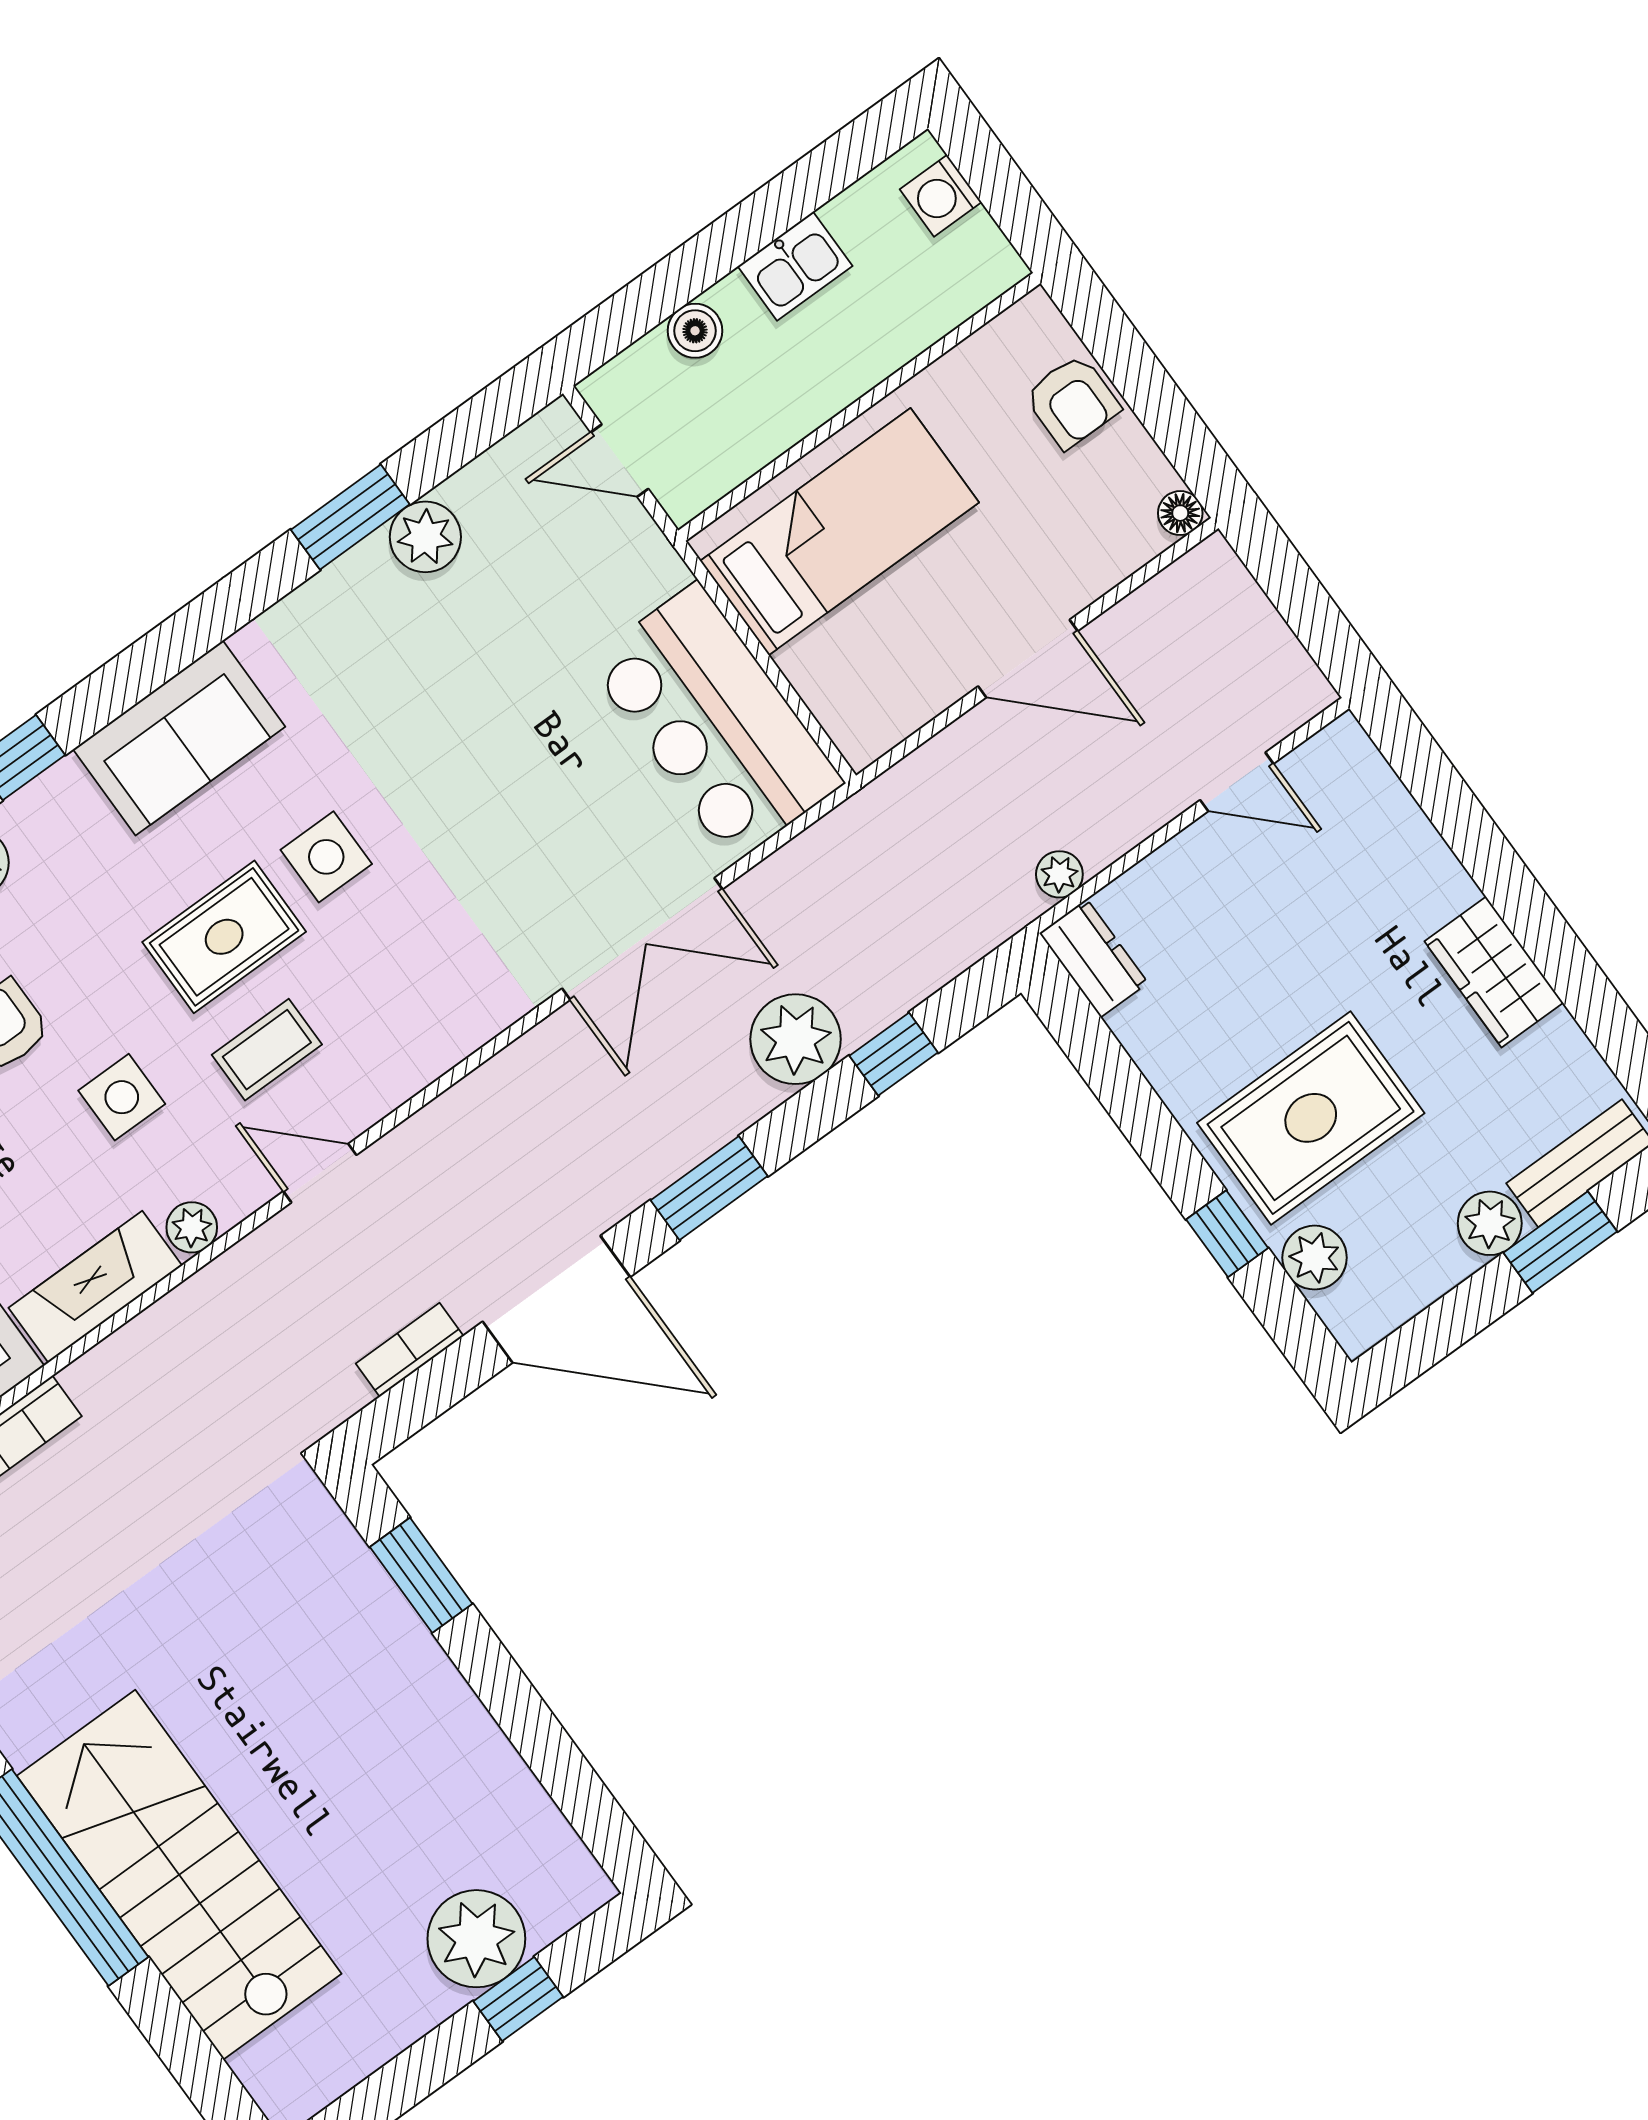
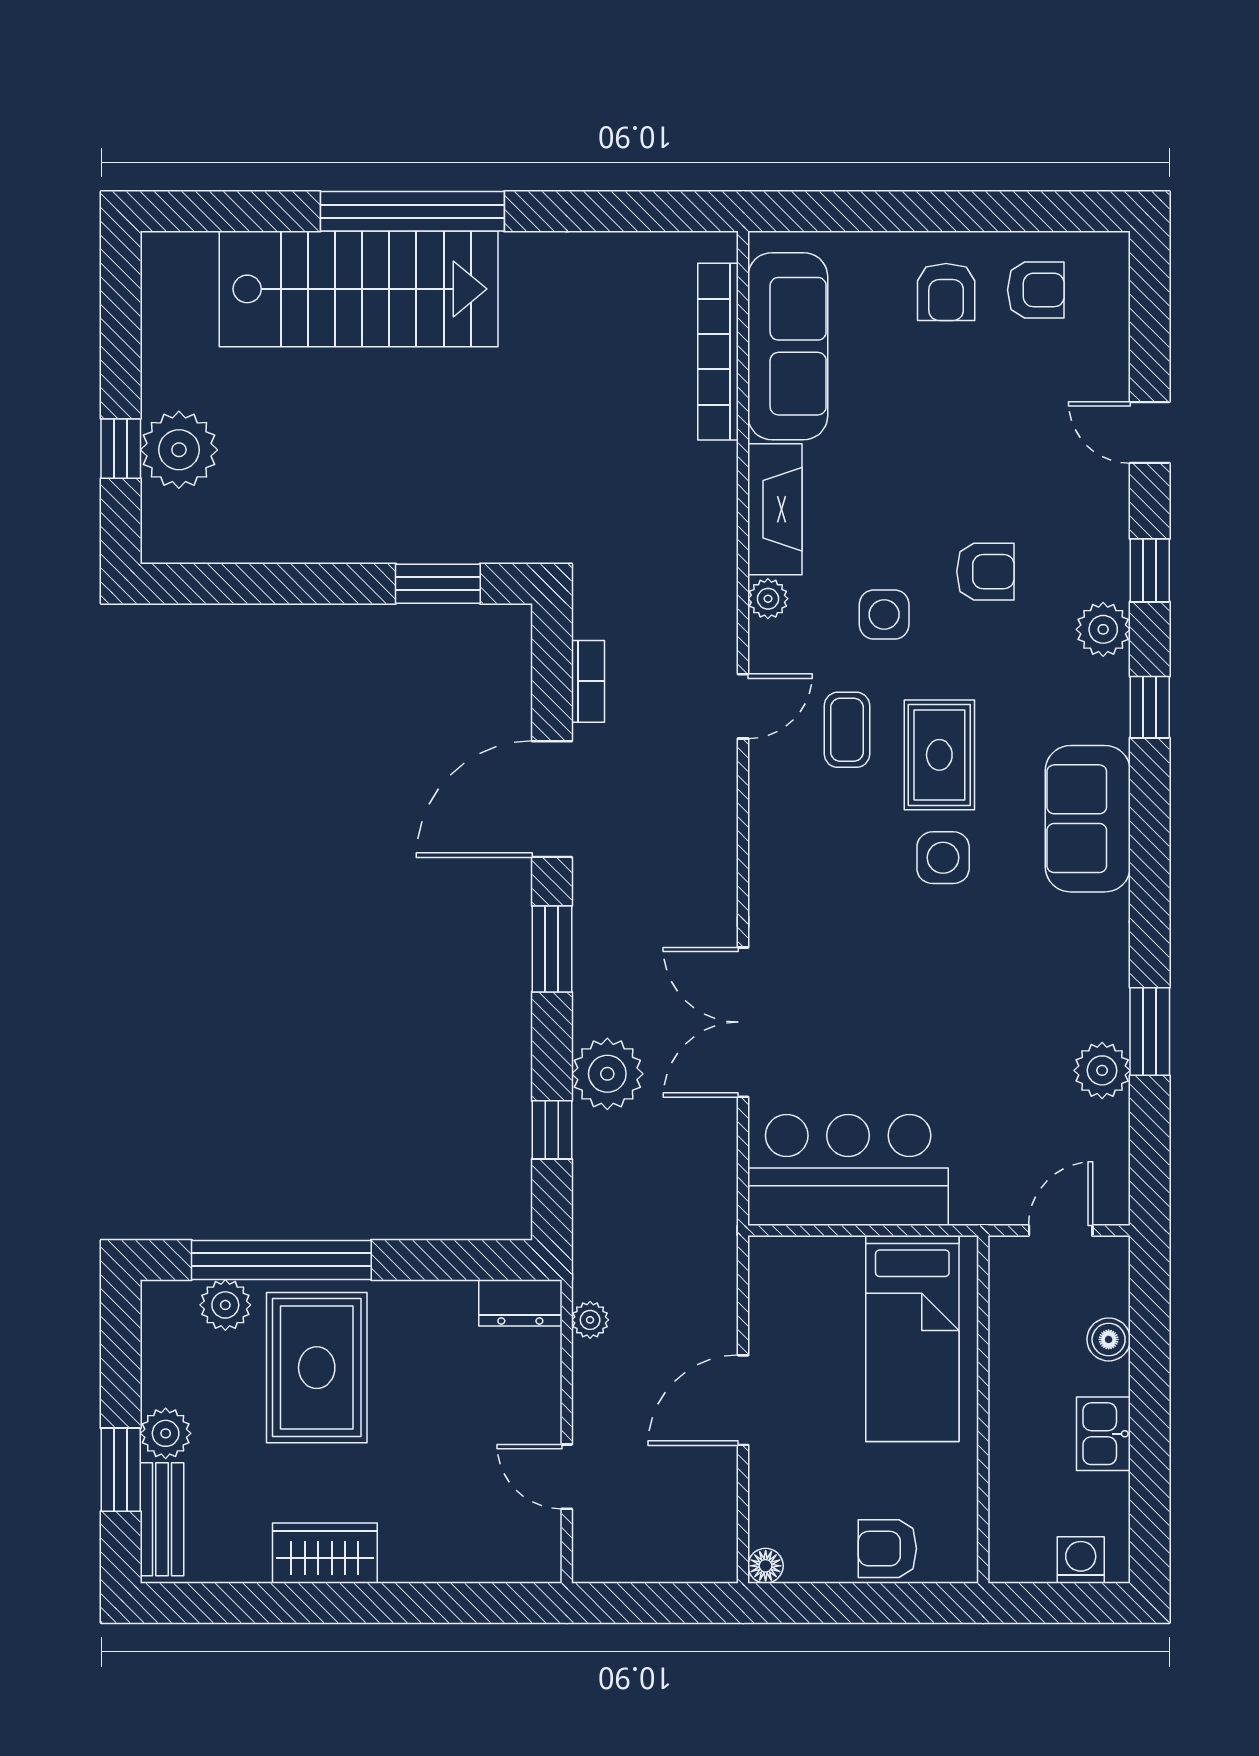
door: (1237, 782) -> (567, 1477), hinge flipped
window: (1227, 1234) -> (281, 1260), width x3.17

